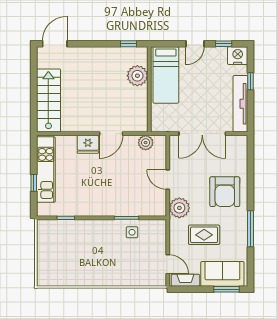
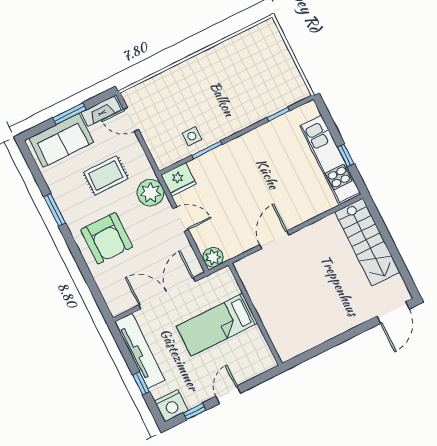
window: (128, 44) -> (307, 356), removed
bed: (166, 75) -> (217, 325), moved, turned -90
plant: (137, 76) -> (277, 323), removed
plant: (146, 143) -> (213, 257), moved
fridge: (88, 144) -> (179, 179), moved, turned 180
window: (34, 183) -> (346, 155), moved
armchair: (225, 192) -> (107, 238), turned 180
window: (251, 229) -> (55, 210), width x0.69
window: (227, 289) -> (69, 114), moved

